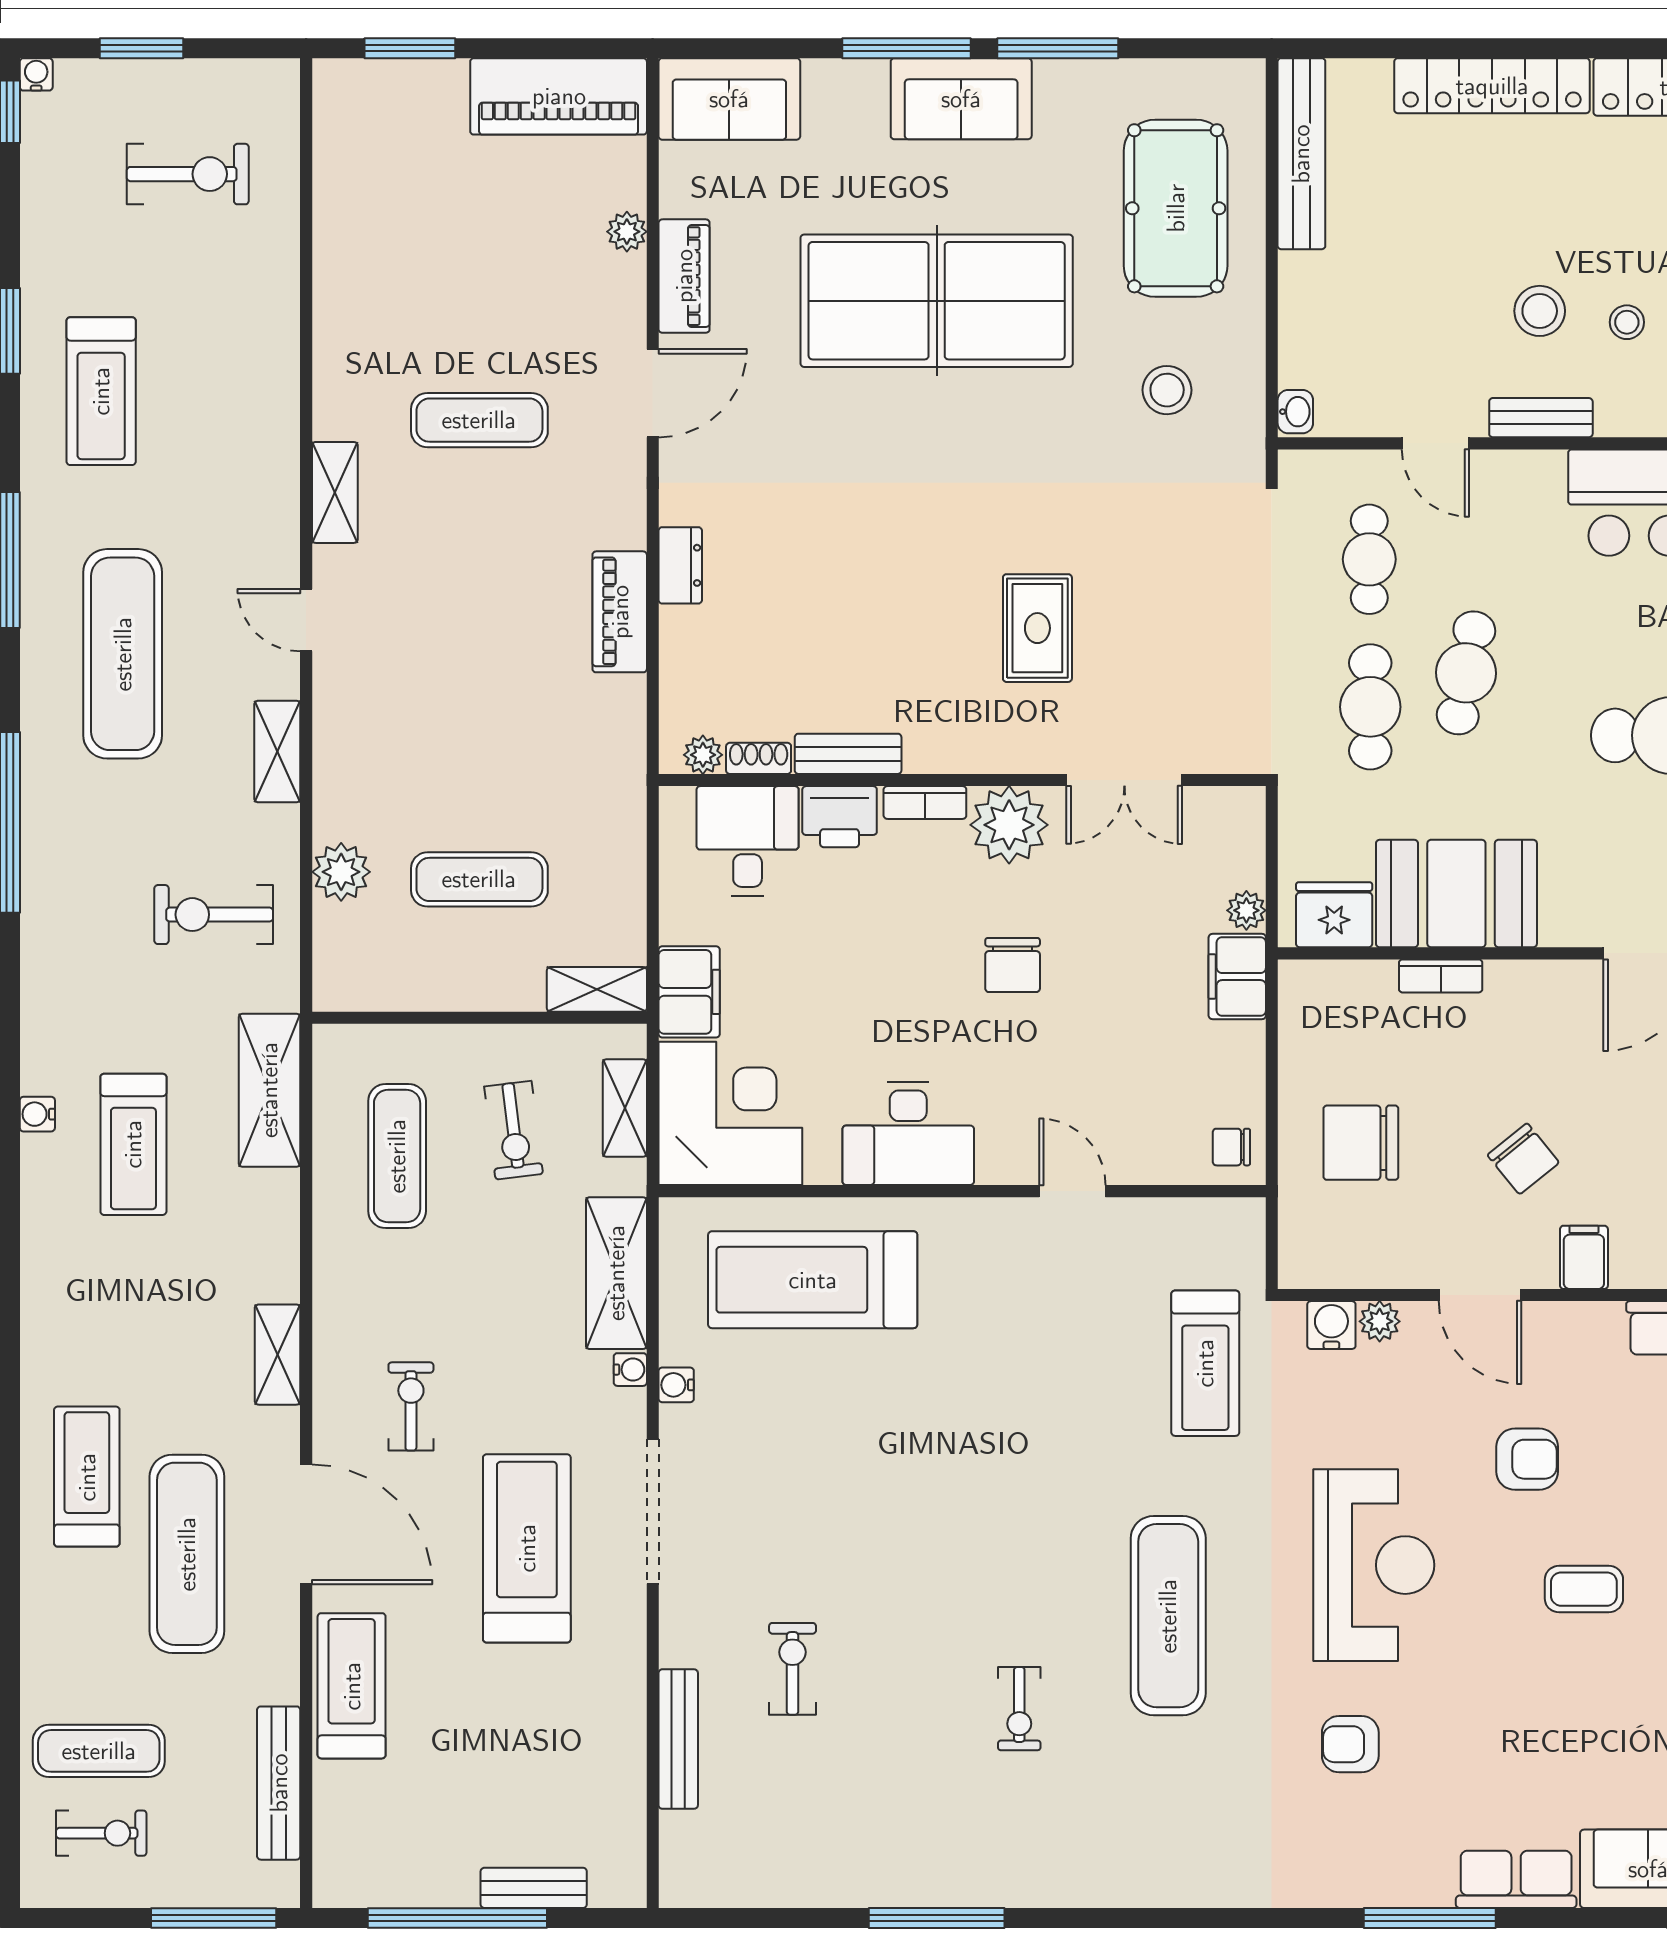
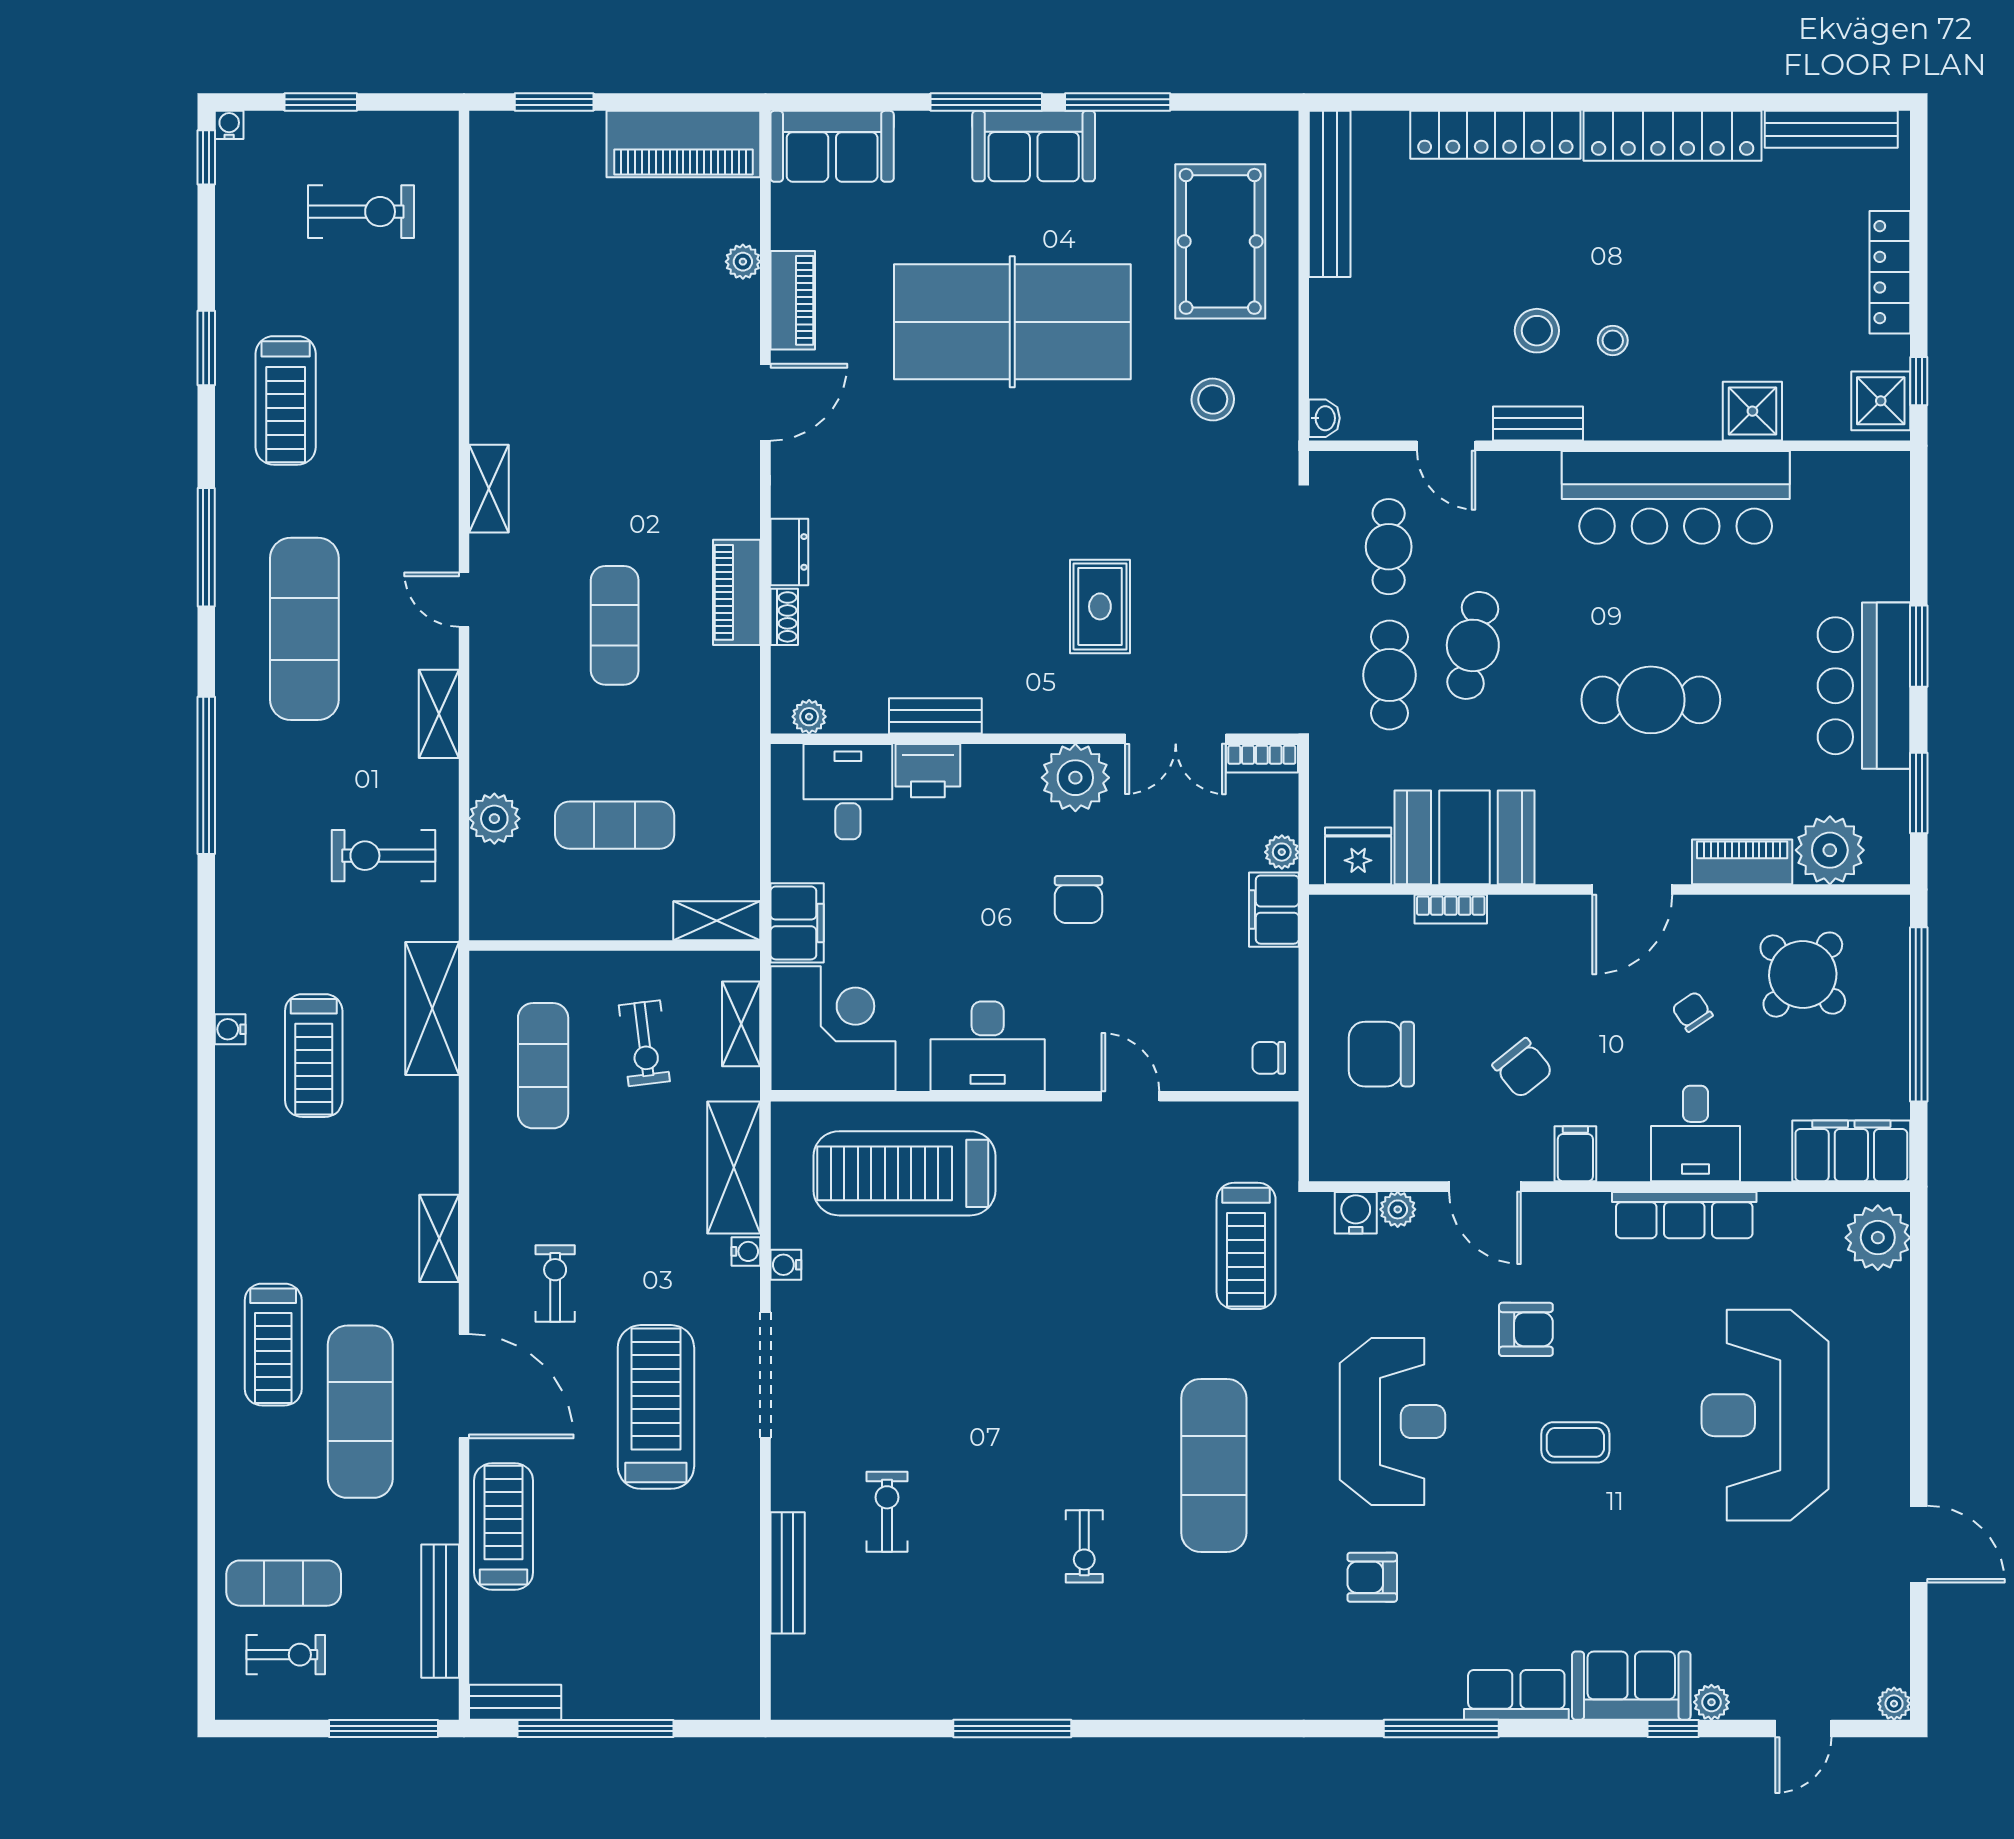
exercise mat: (479, 420) -> (615, 625), moved, turned 90
shoe rack: (759, 758) -> (784, 617), moved, turned 90
bookcase: (925, 803) -> (1262, 758), moved
treadmill: (87, 1477) -> (273, 1345), turned 180
bench: (534, 1888) -> (515, 1702), moved

